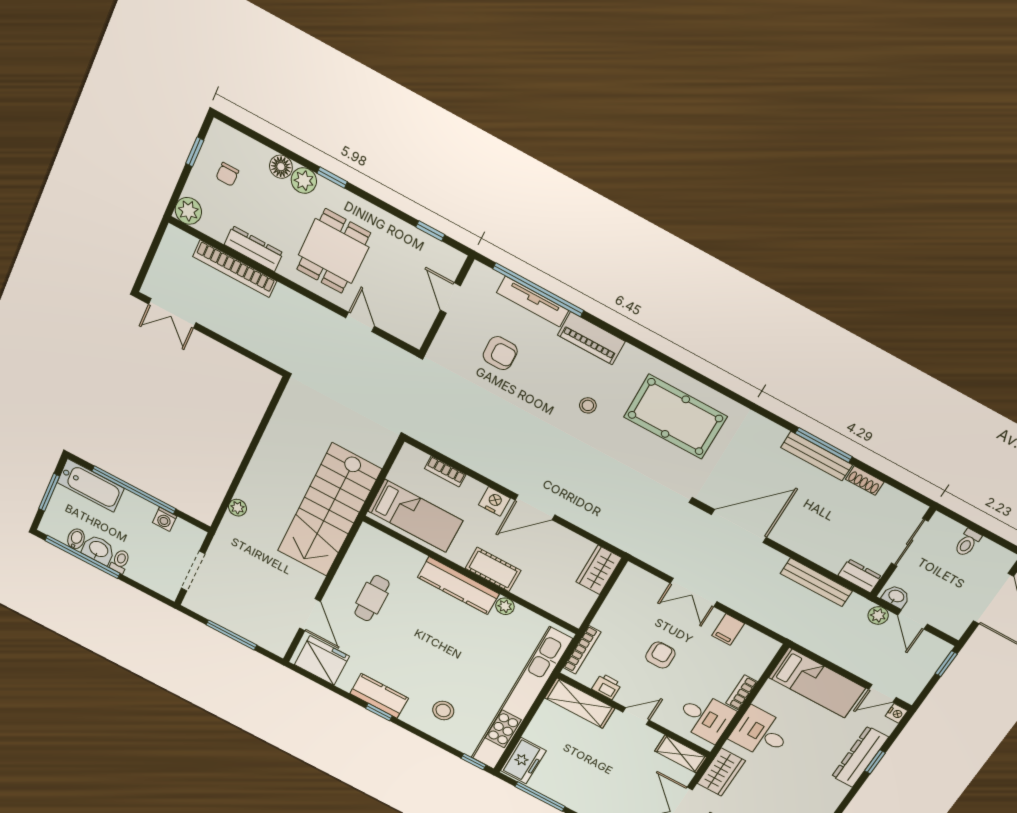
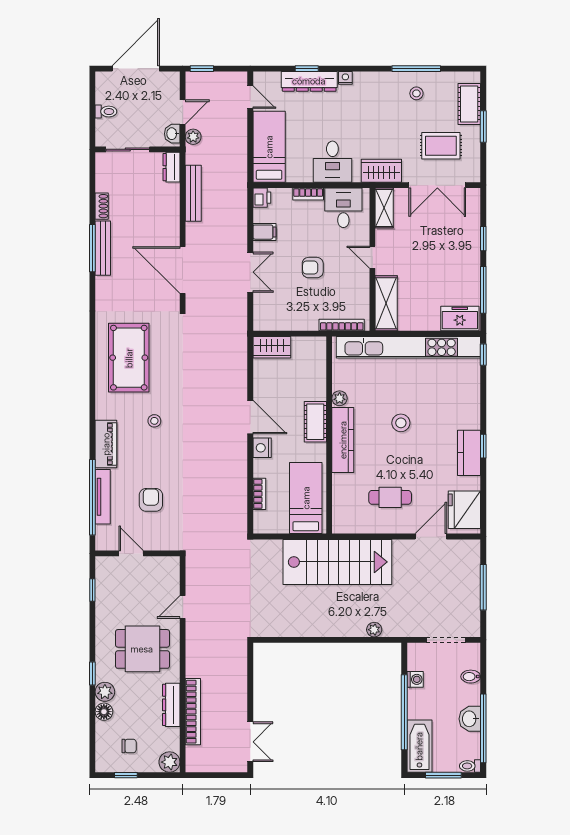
door: (450, 298) -> (131, 553), swing flipped
bidet: (76, 539) -> (471, 677), moved
toilet: (120, 561) -> (470, 766), moved
printer: (607, 686) -> (262, 198), moved, turned 180
stool: (443, 710) -> (401, 423), moved
nightstand: (896, 713) -> (345, 78), moved

